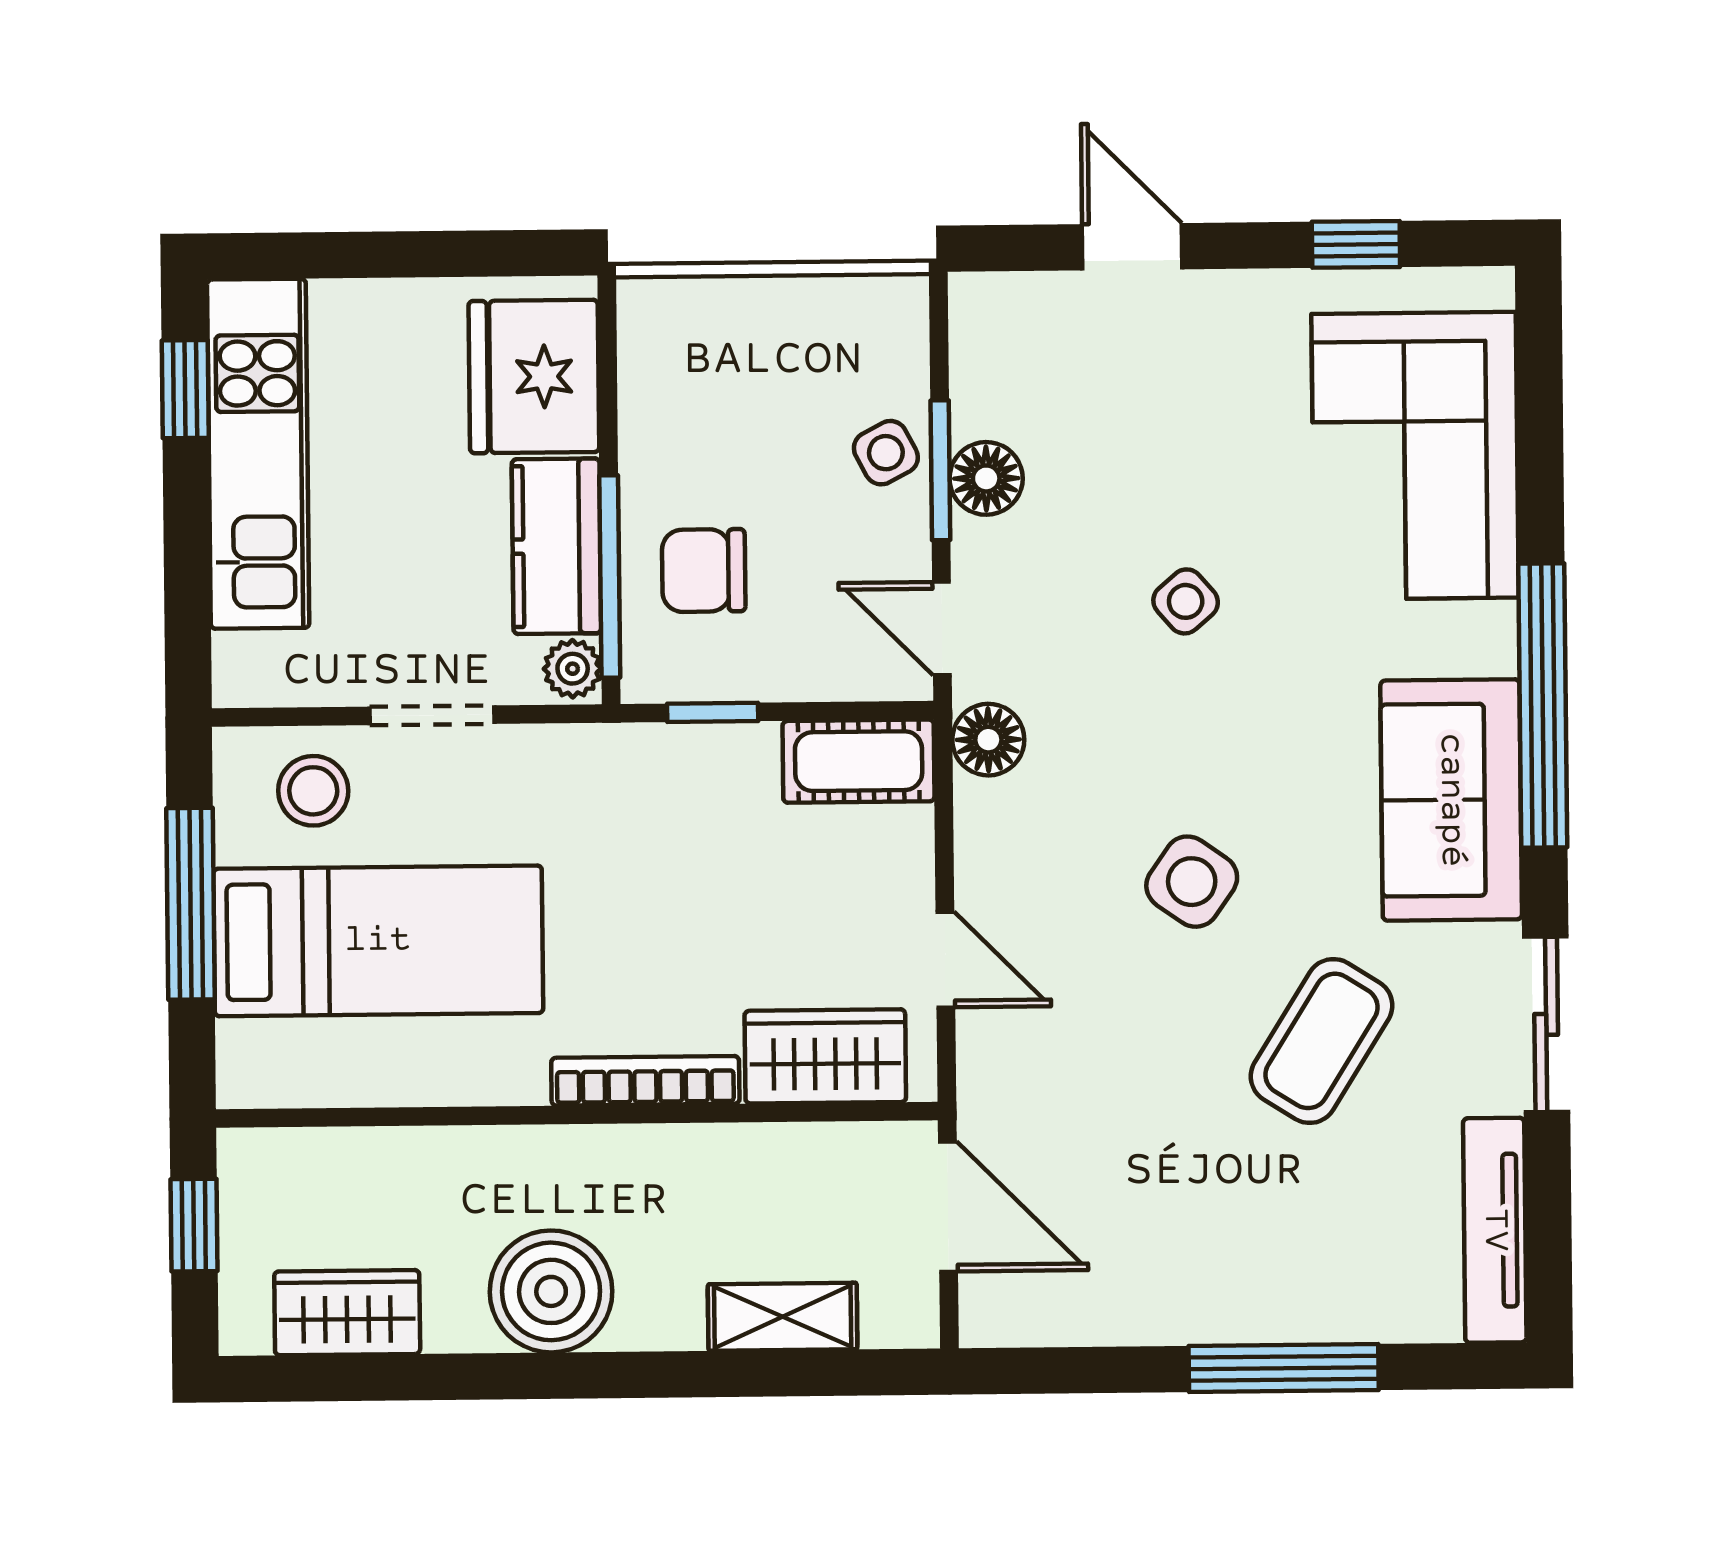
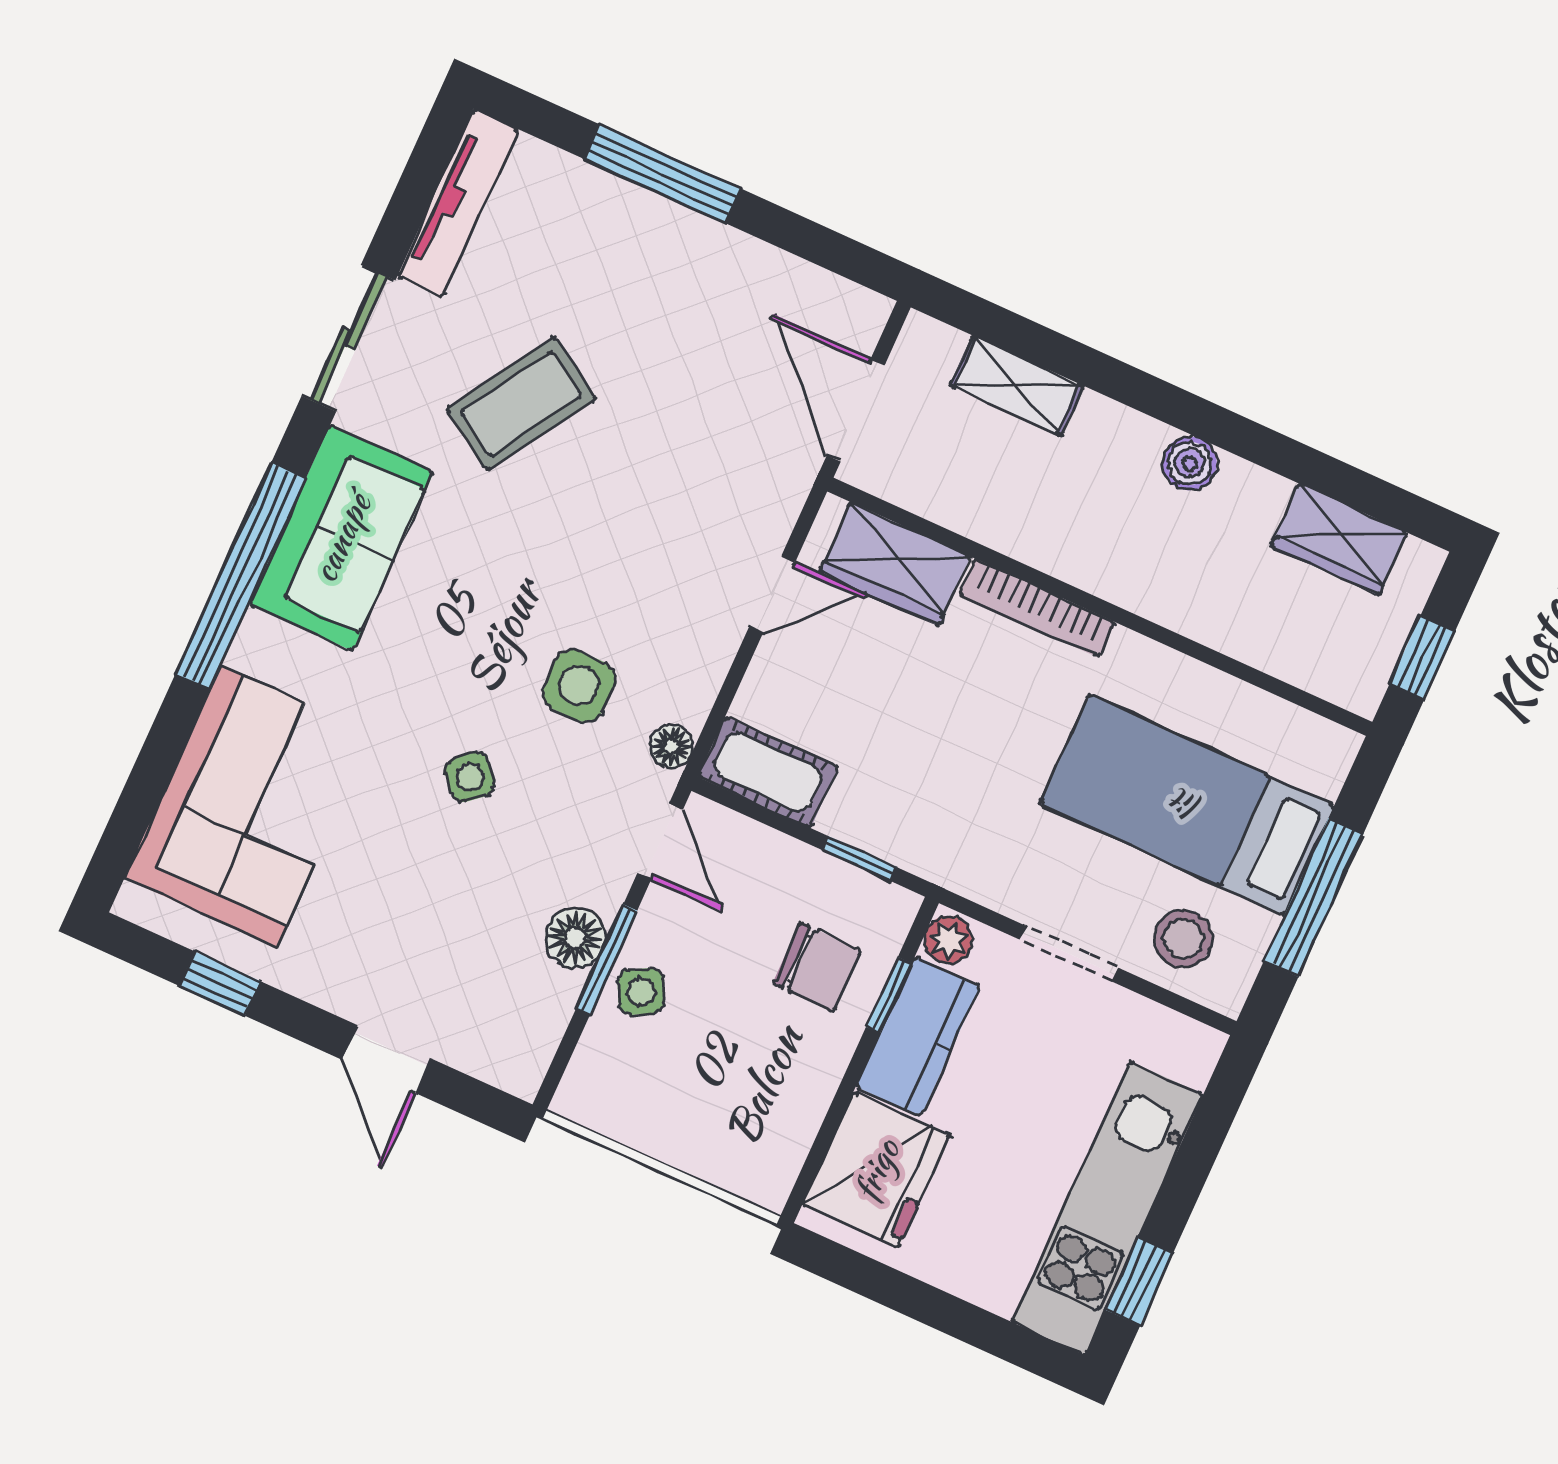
window: (610, 577) -> (889, 995), width x0.46
floor lamp: (988, 740) -> (671, 746), width x0.73, depth x0.73
side table: (1192, 882) -> (579, 686), moved, turned -35
door: (945, 960) -> (772, 594), swing flipped
boiler: (551, 1291) -> (1190, 463), width x0.54, depth x0.54

